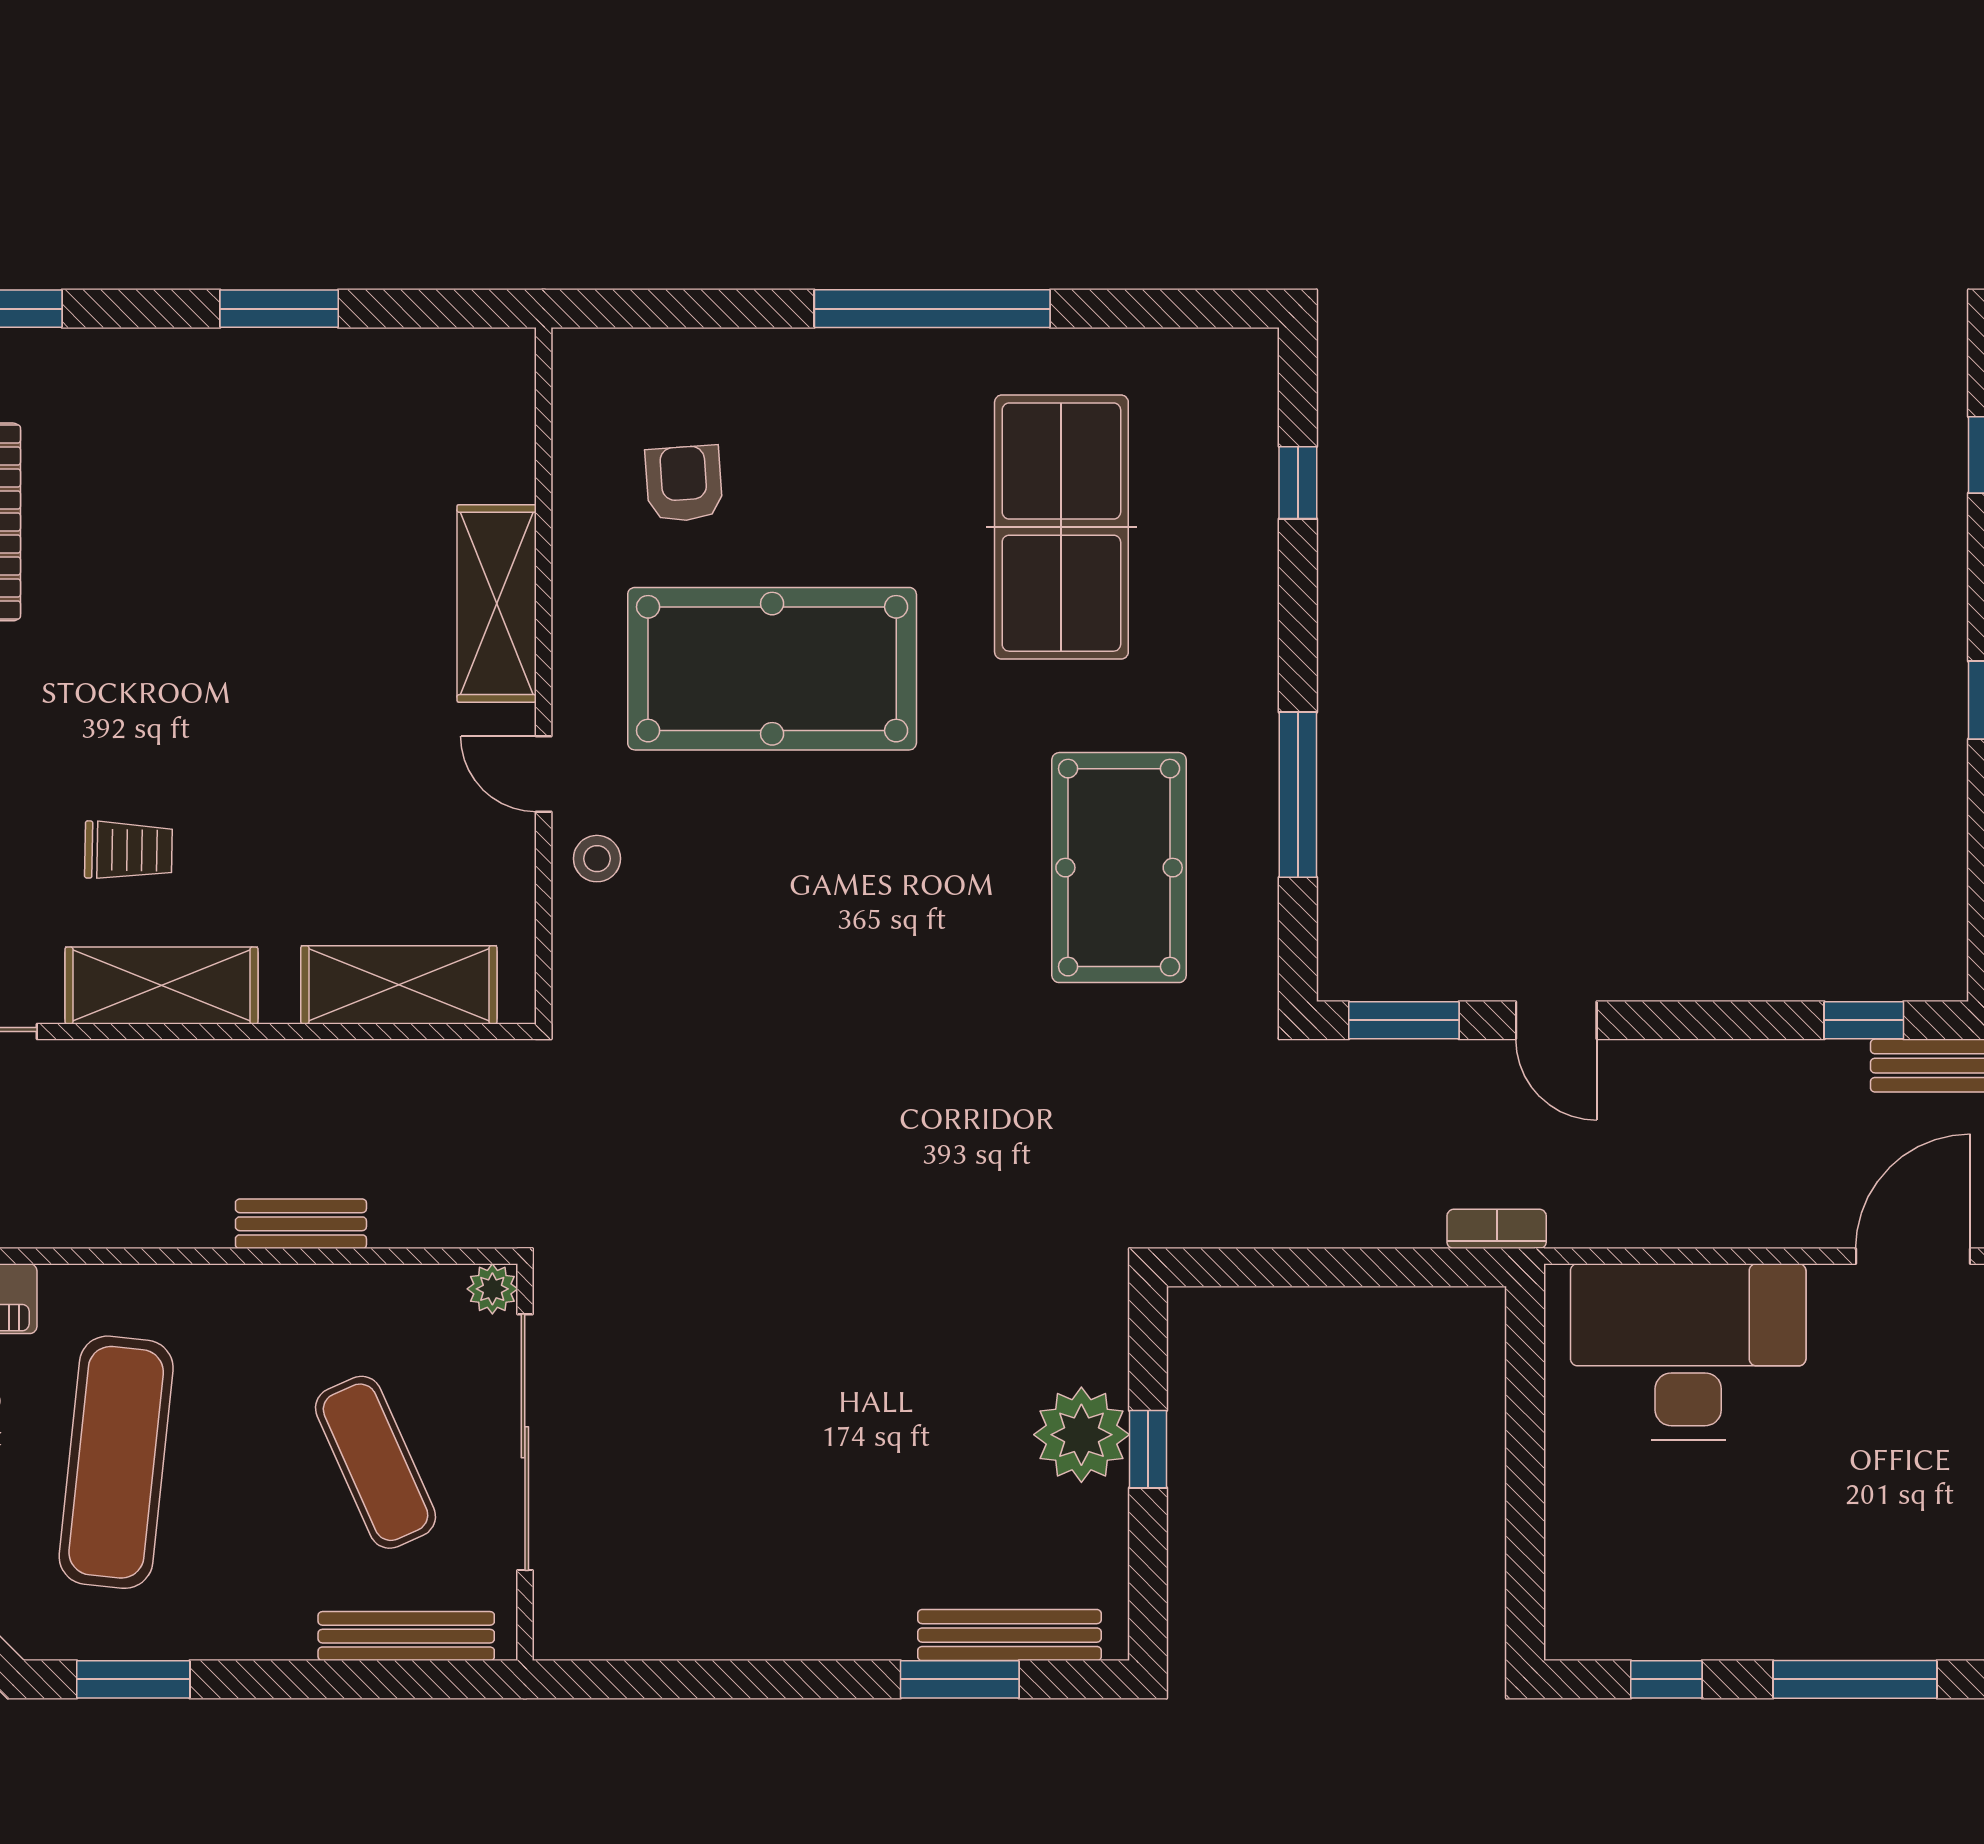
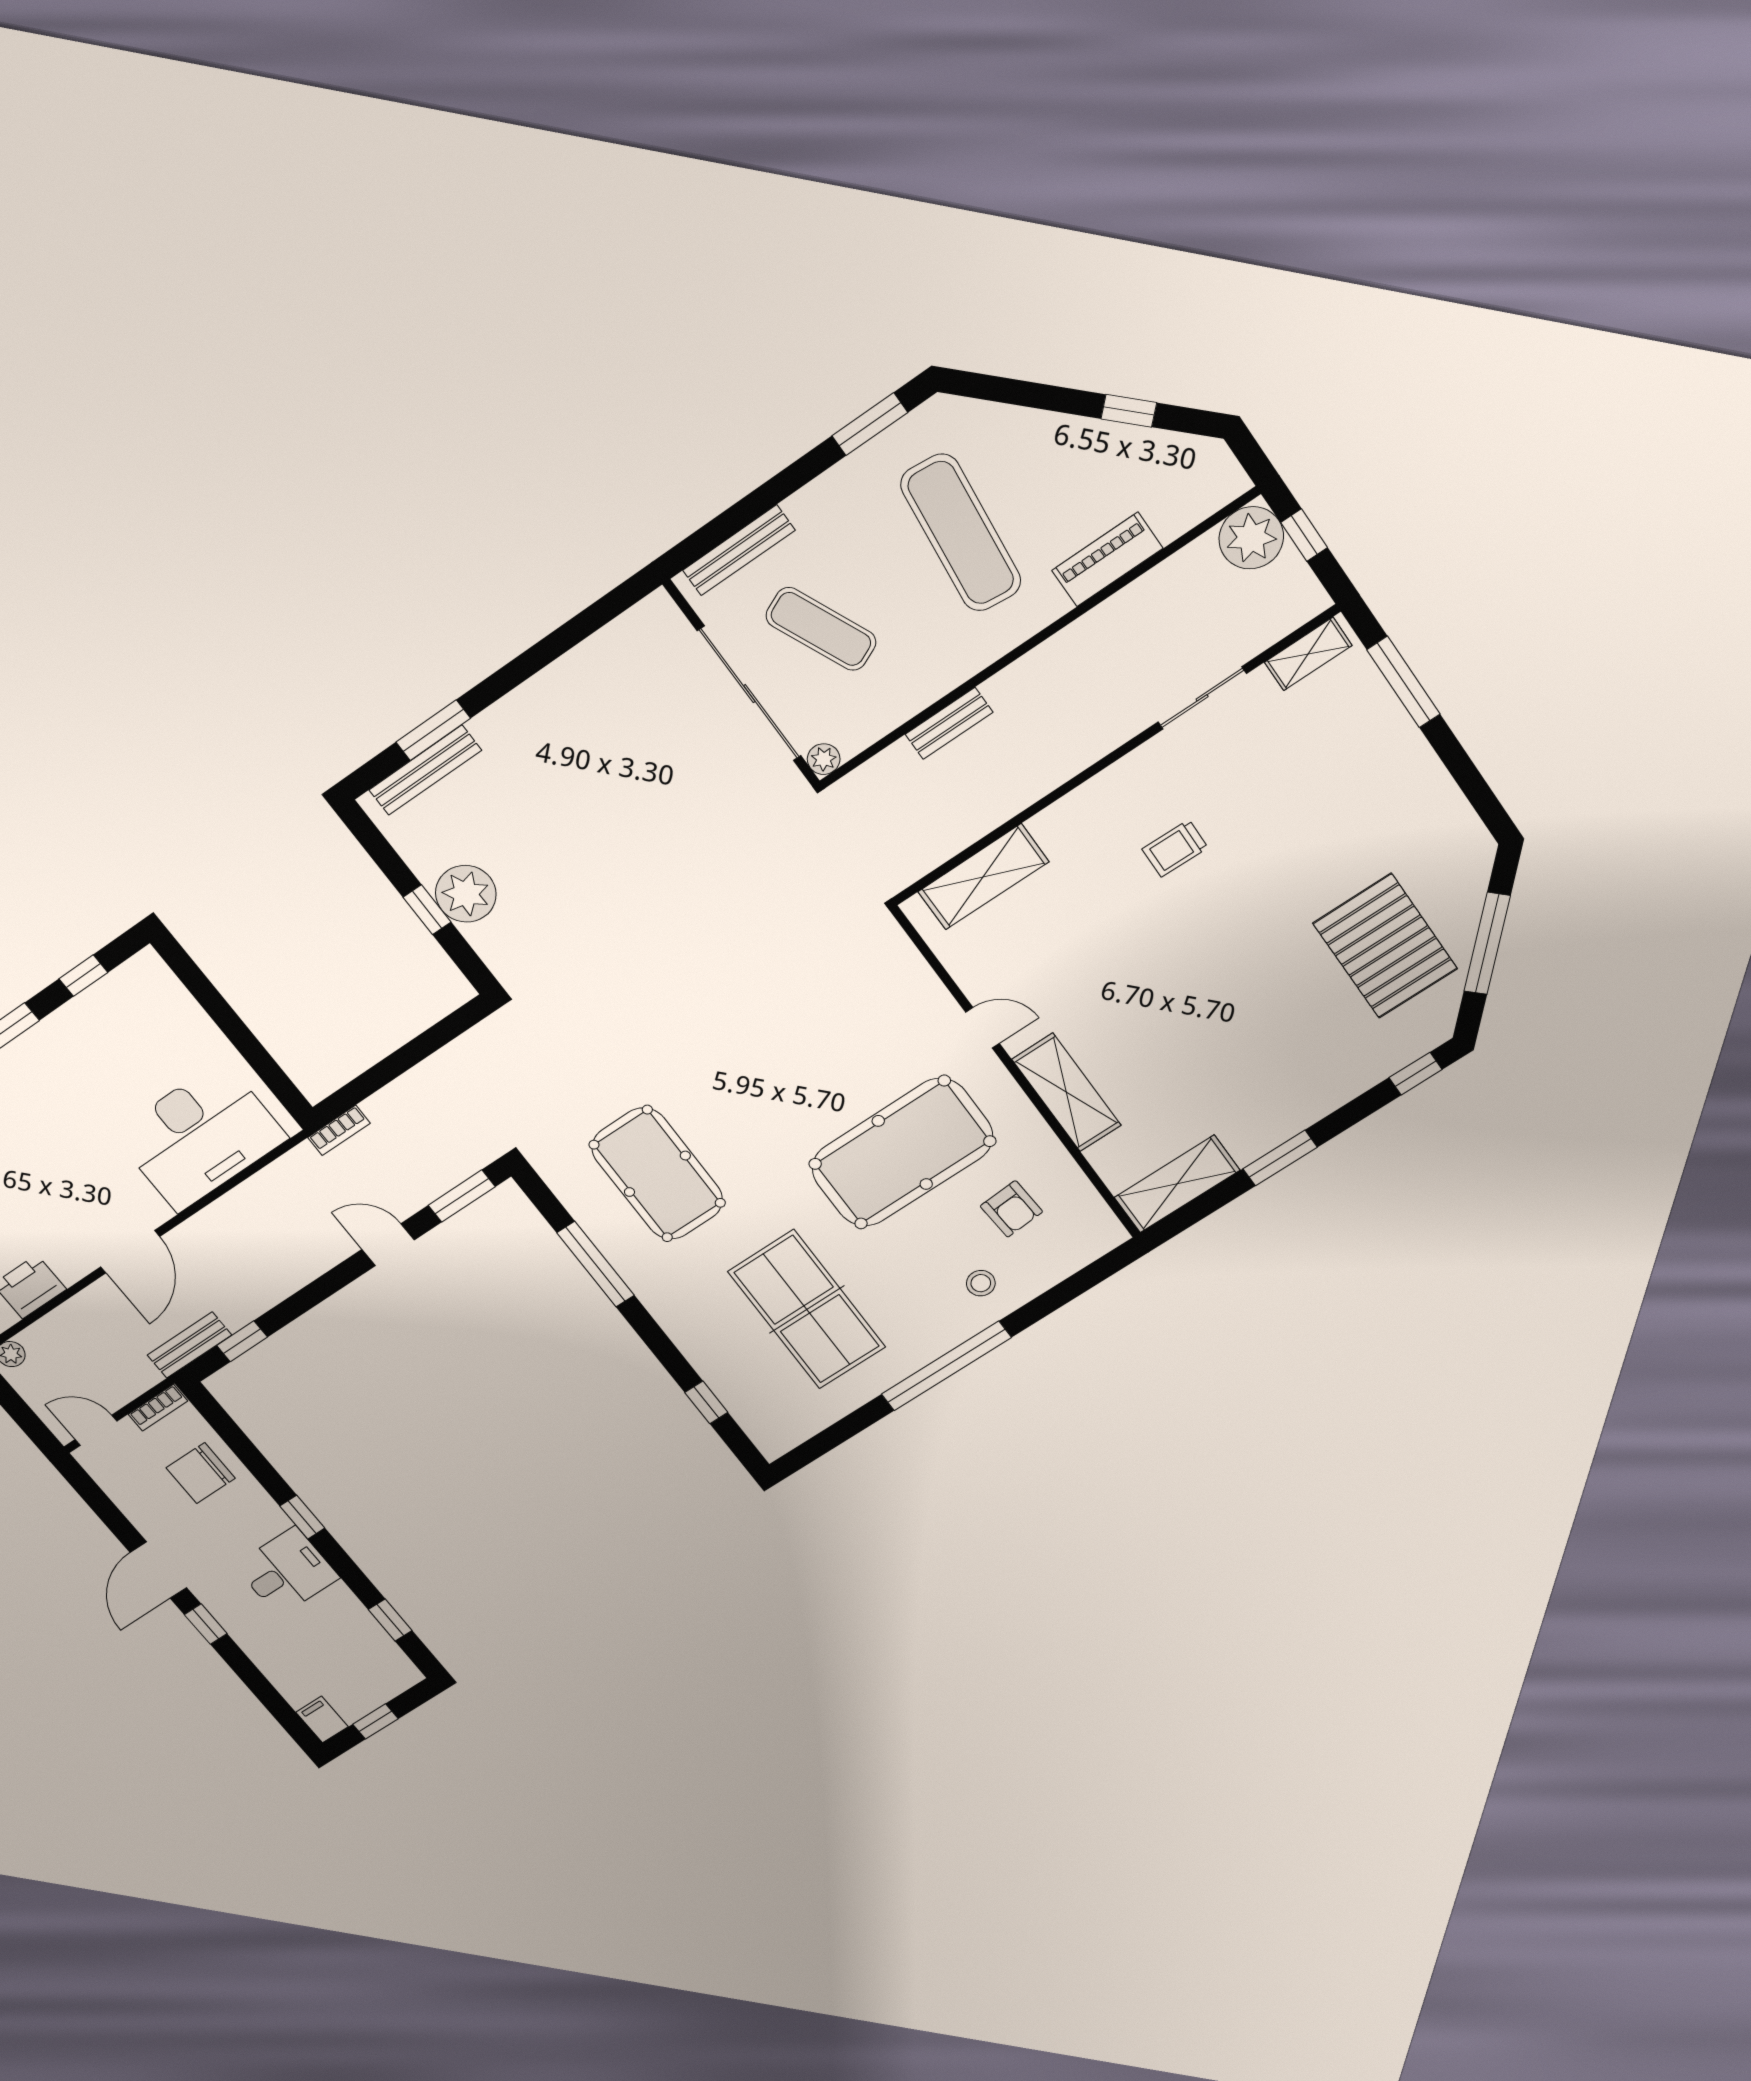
stool: (597, 859) -> (981, 1283), moved
shelving: (162, 985) -> (1177, 1184), moved

